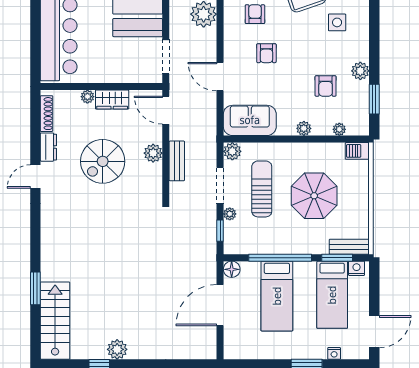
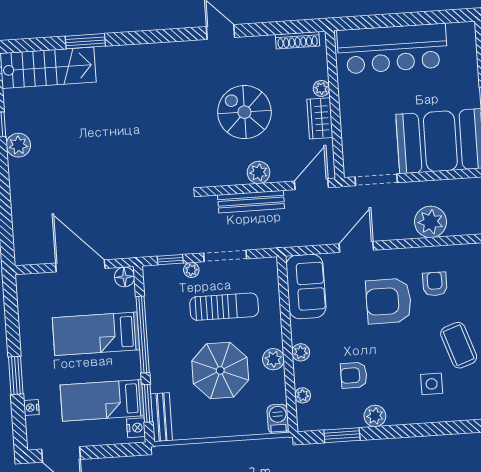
armchair: (255, 14) -> (435, 284), turned -90
armchair: (266, 53) -> (389, 301), width x1.88, depth x1.88
dresser: (48, 147) -> (257, 45), removed
plant: (232, 151) -> (273, 359), moved
bench: (177, 161) -> (251, 202), width x1.36

